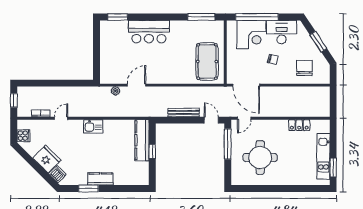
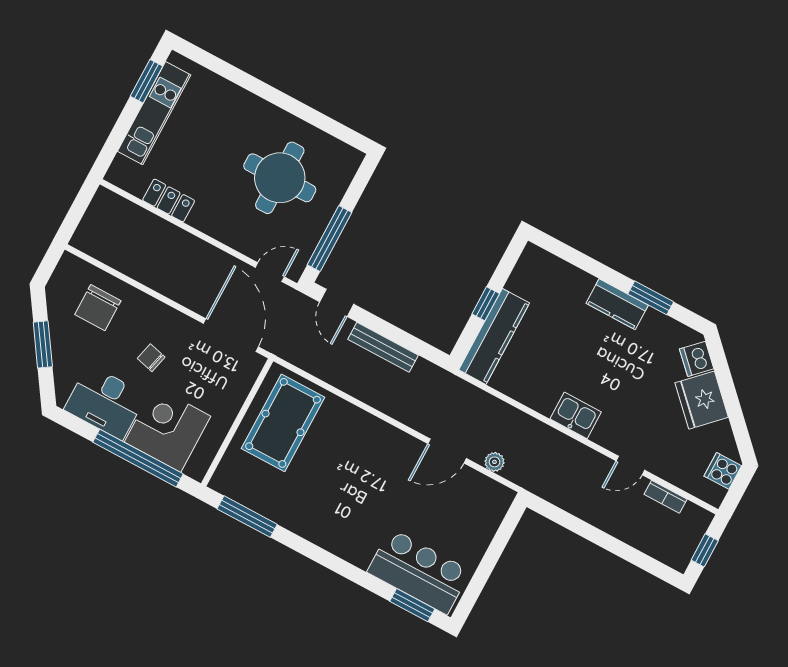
bar counter: (149, 32) -> (419, 571), moved

